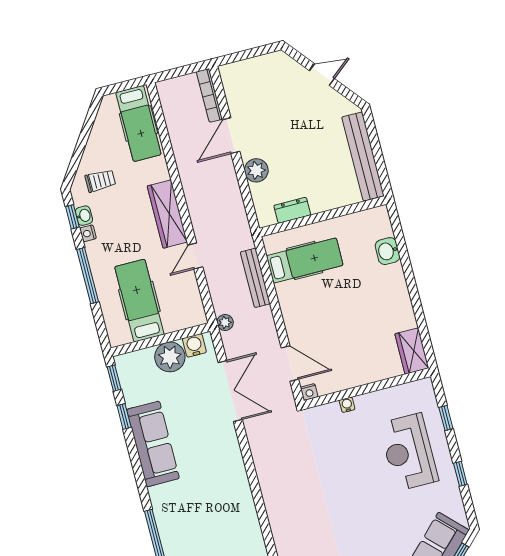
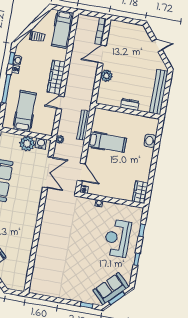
trolley: (100, 181) -> (37, 37), moved
dresser: (292, 210) -> (130, 104), moved
hospital bed: (305, 260) -> (107, 142), moved

